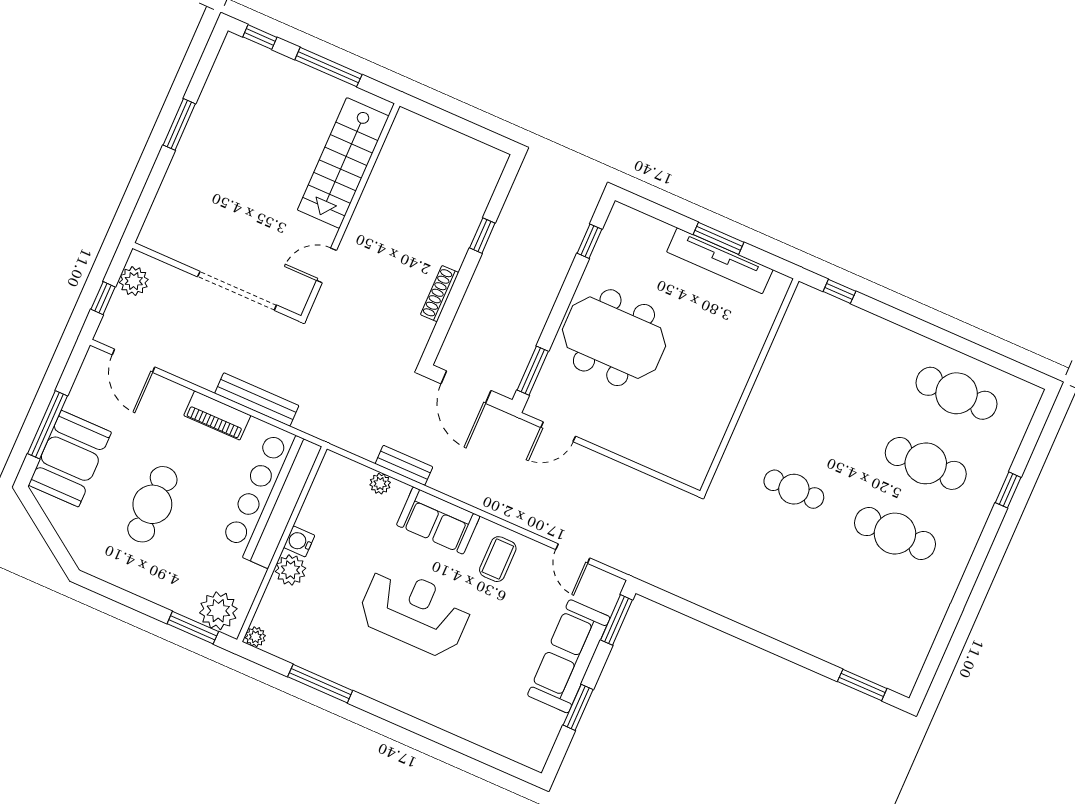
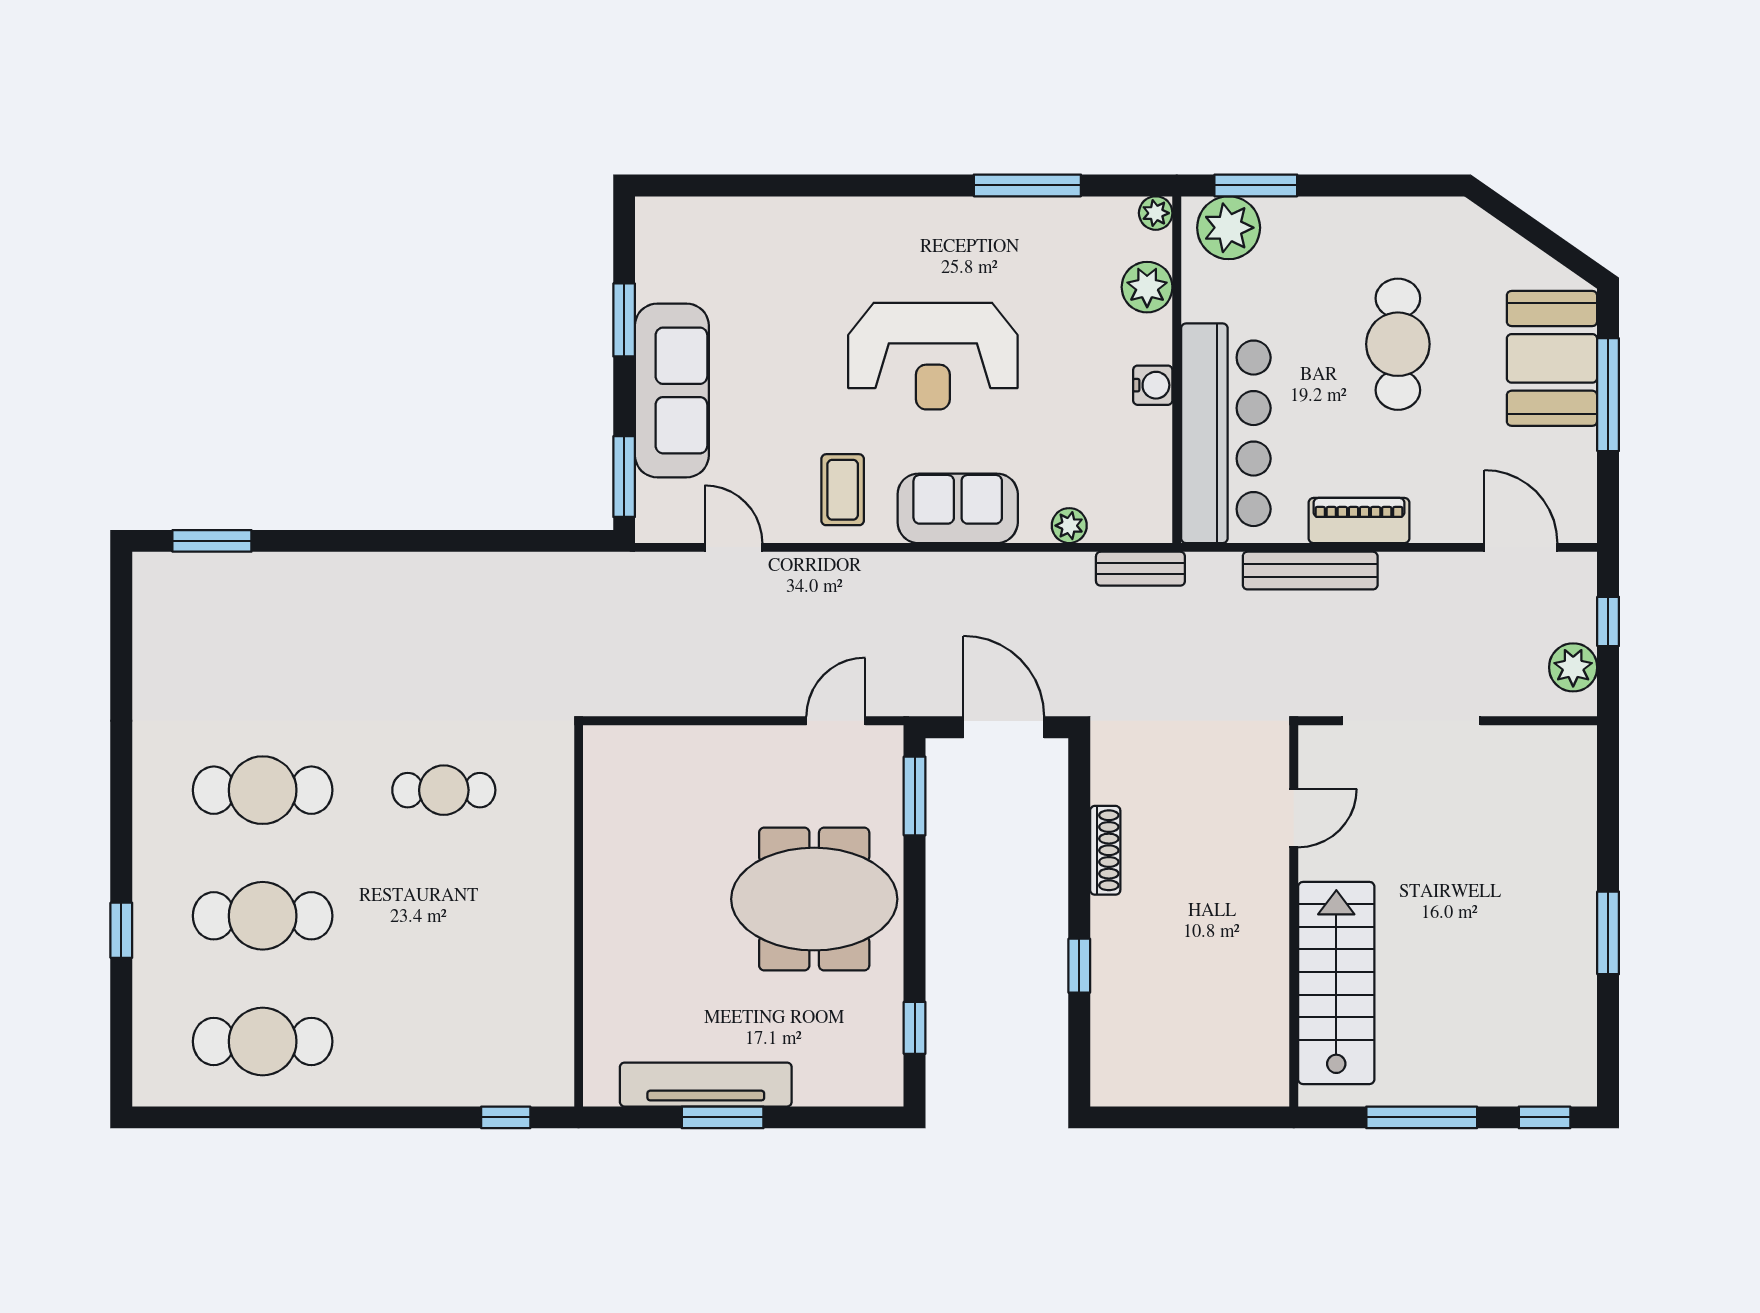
bench: (404, 465) -> (1140, 569), moved
plant: (290, 570) -> (1147, 287), moved

